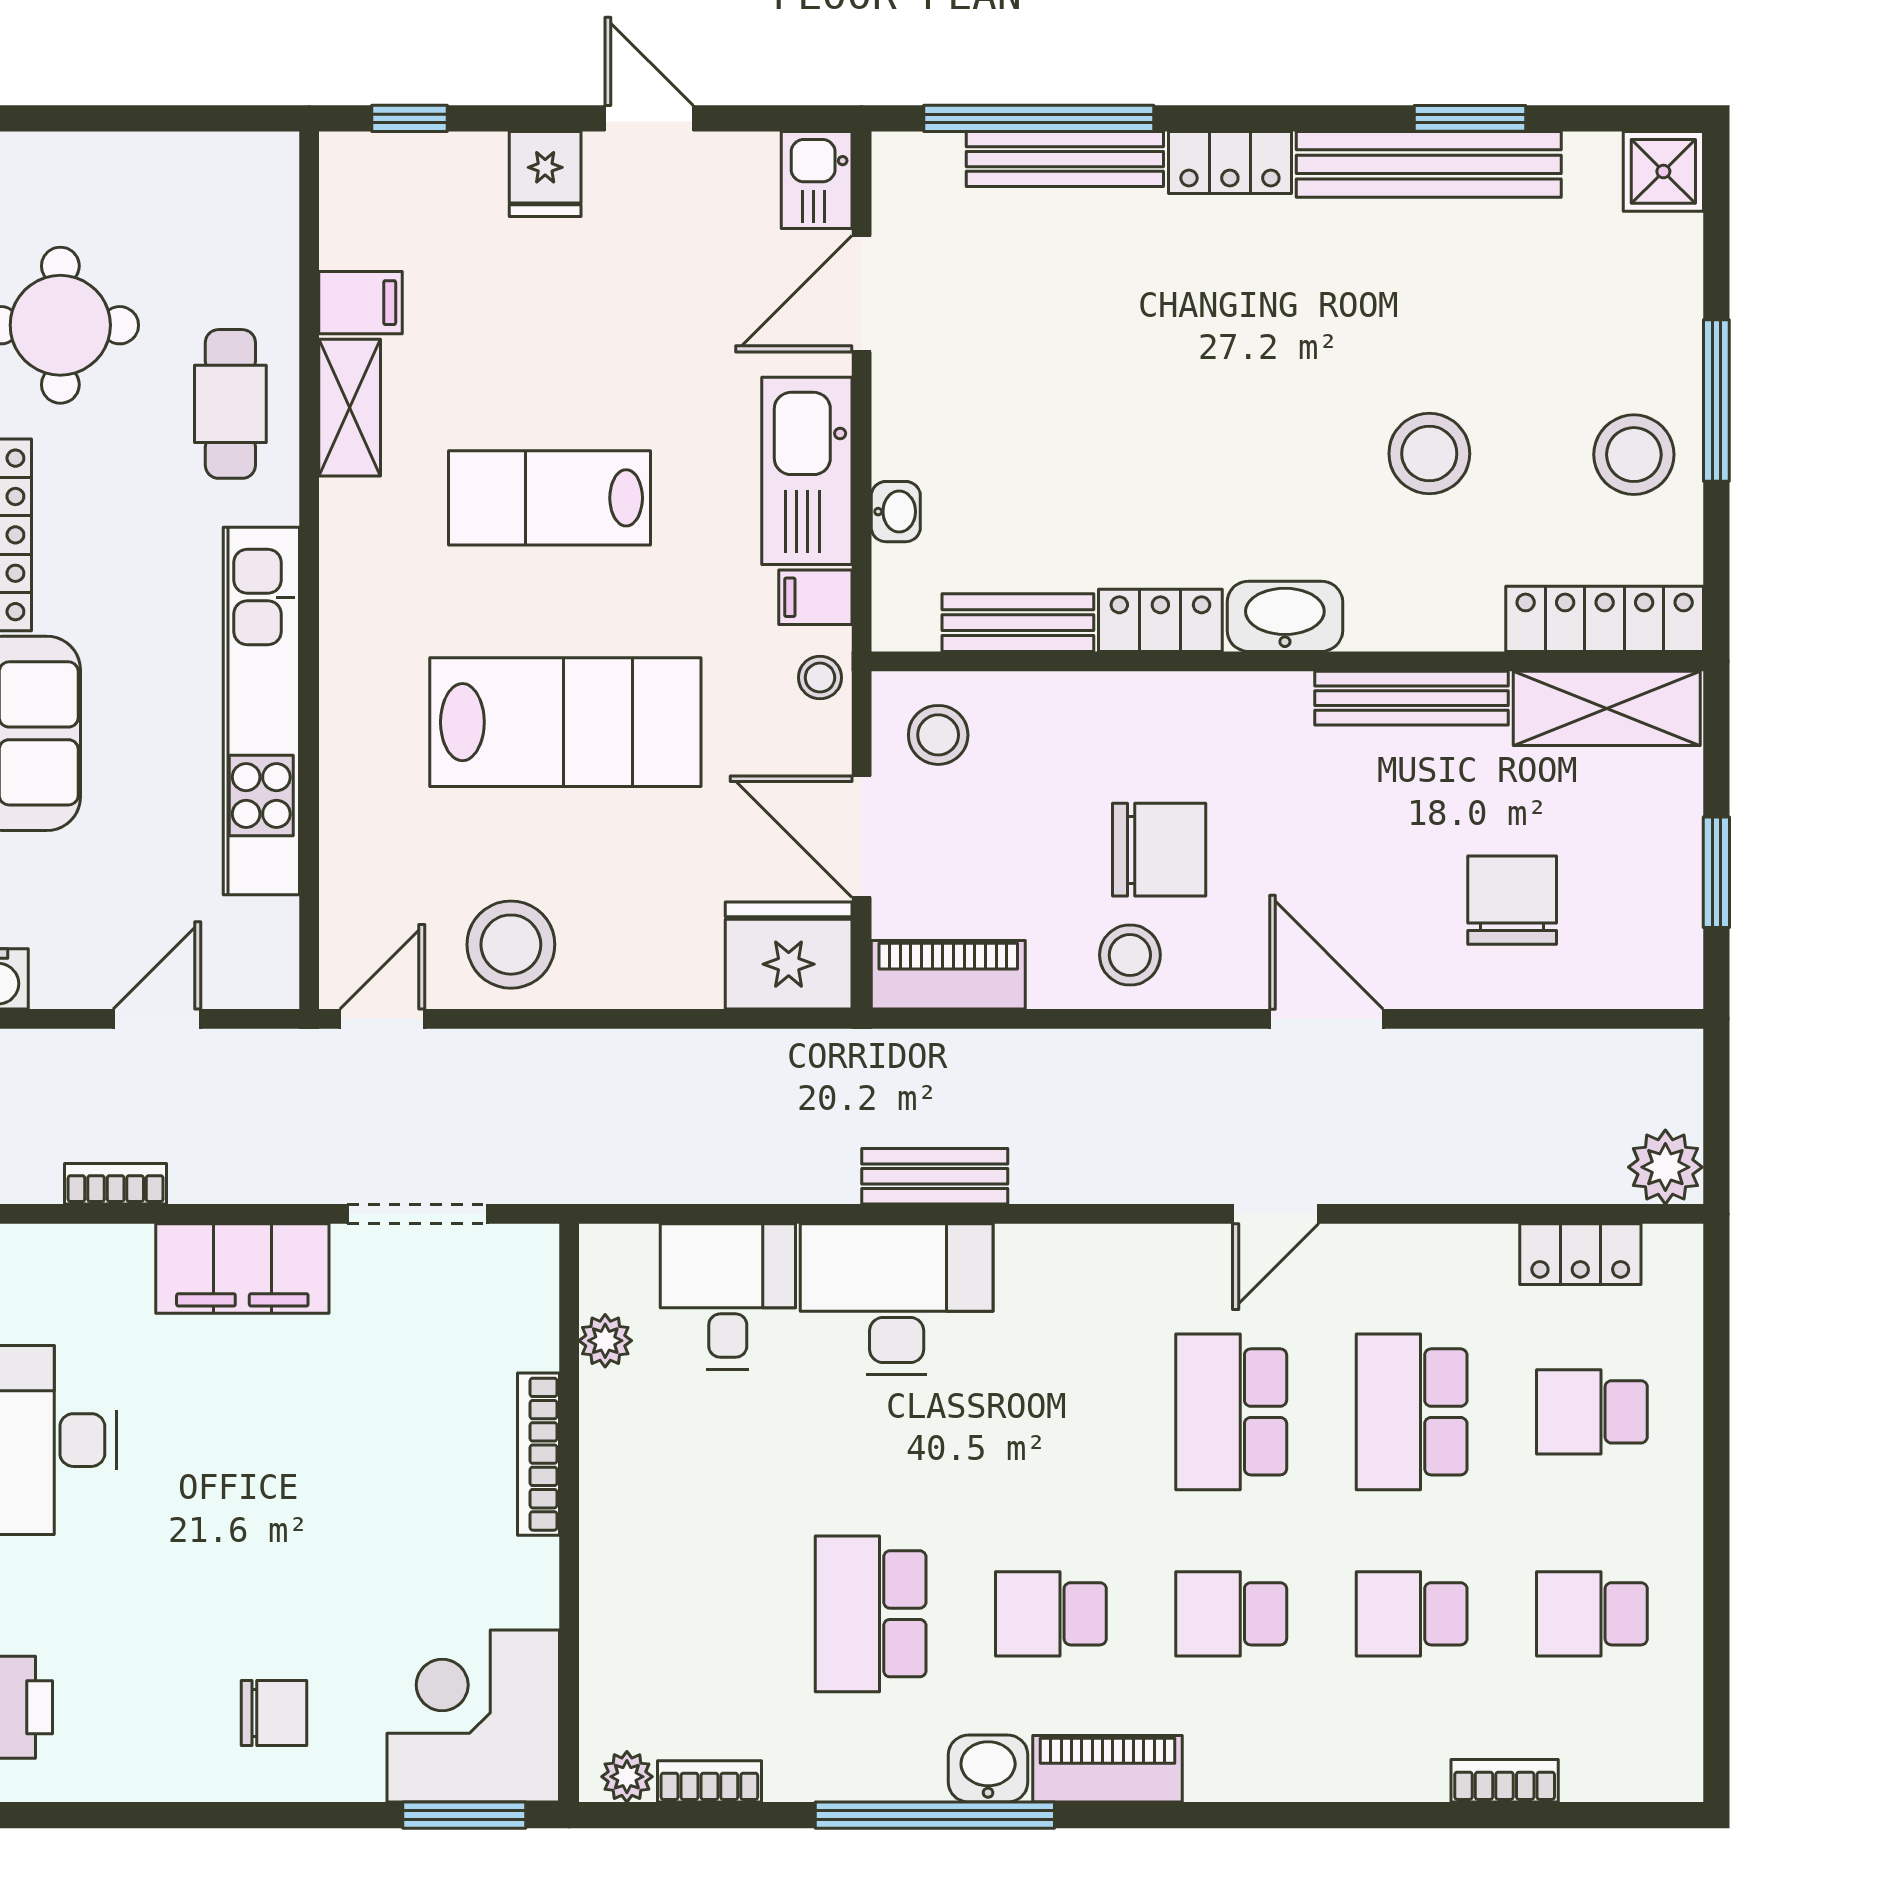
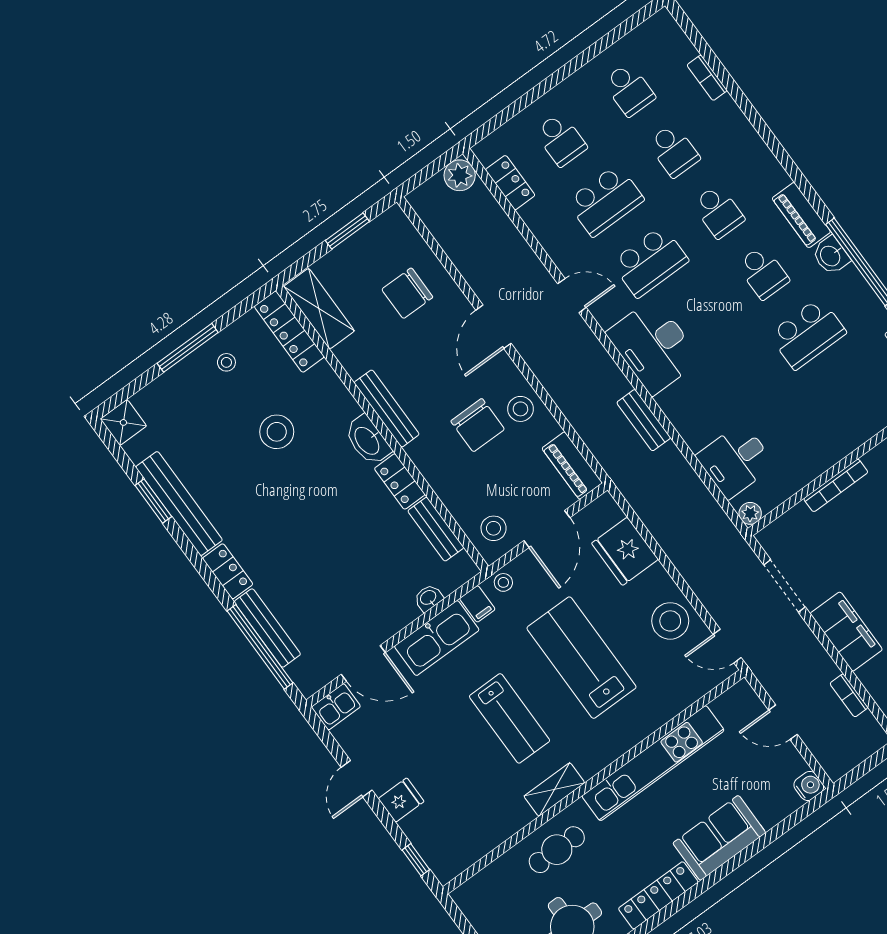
filing cabinet: (360, 303) -> (490, 831), removed
shelving: (350, 408) -> (554, 790), moved
stool: (1634, 455) -> (226, 362), width x0.53, depth x0.53
bench: (1412, 698) -> (387, 408), moved
chair: (1159, 850) -> (478, 425), turned 180
fridge: (789, 956) -> (625, 551), moved
desk: (897, 1299) -> (654, 346), moved
plant: (605, 1341) -> (750, 513), moved

